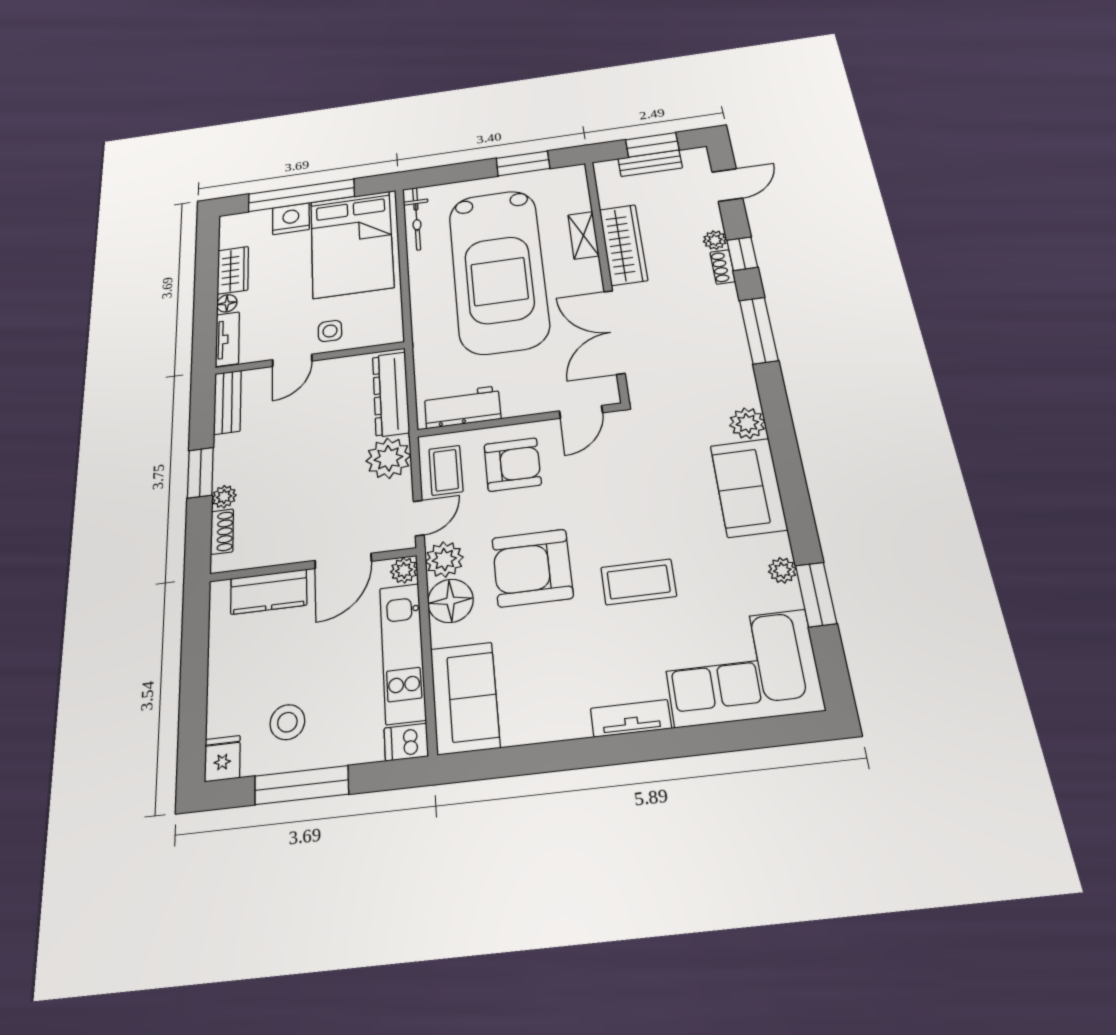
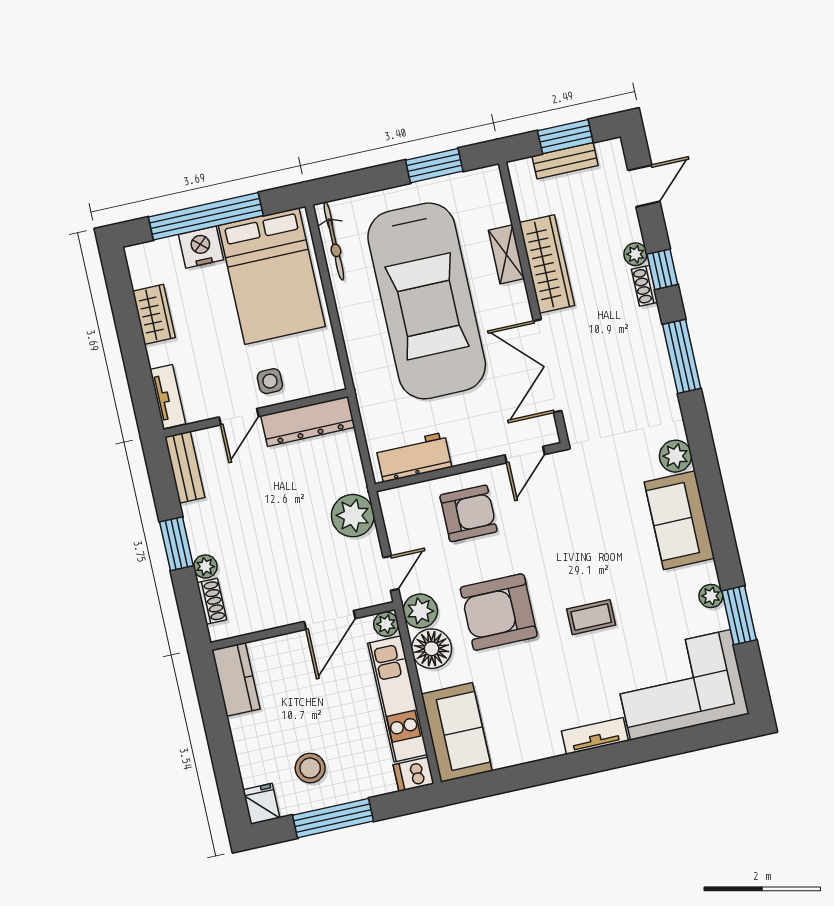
floor lamp: (227, 303) -> (157, 355), removed
dresser: (391, 394) -> (308, 421), moved, turned -90
coffee table: (446, 470) -> (408, 524), removed
coffee table: (638, 582) -> (591, 617), width x0.73, depth x0.77
kitchen counter: (269, 592) -> (236, 679), moved, turned -90

